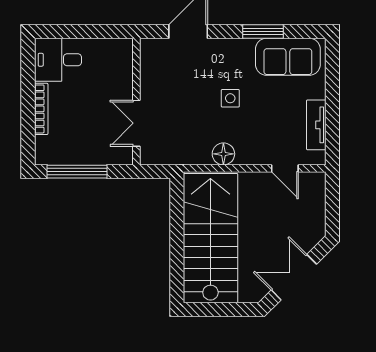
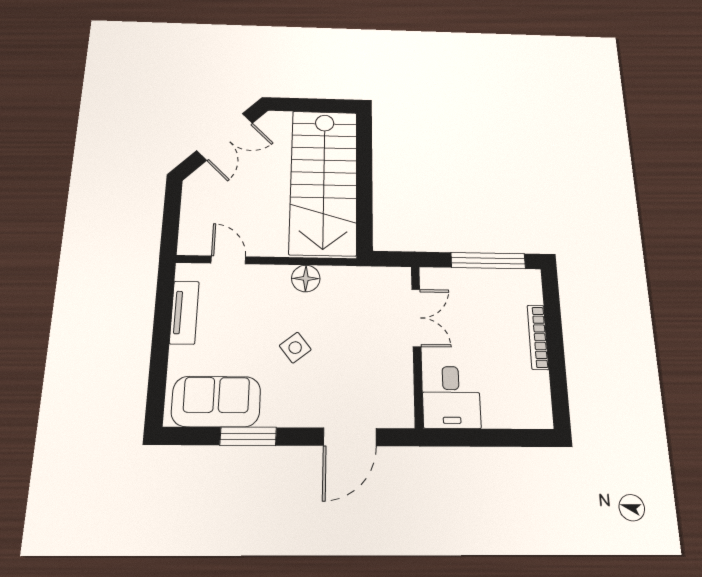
desk: (58, 60) -> (451, 397), moved, turned 90
side table: (230, 98) -> (295, 348), turned -38

